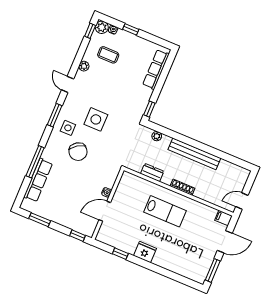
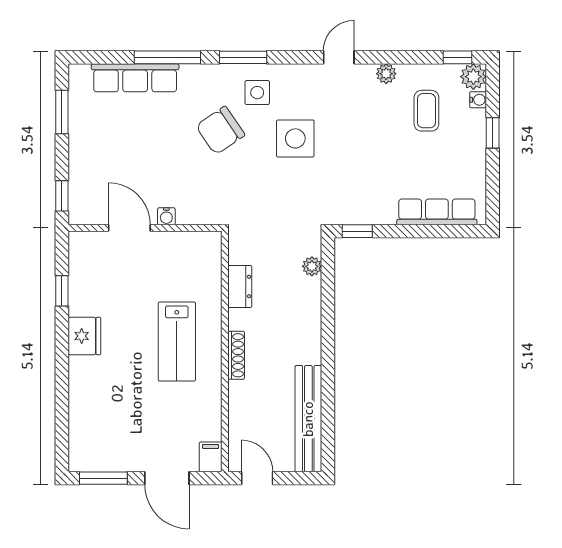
window: (55, 115) -> (243, 57), moved
bench: (194, 154) -> (308, 419), moved

